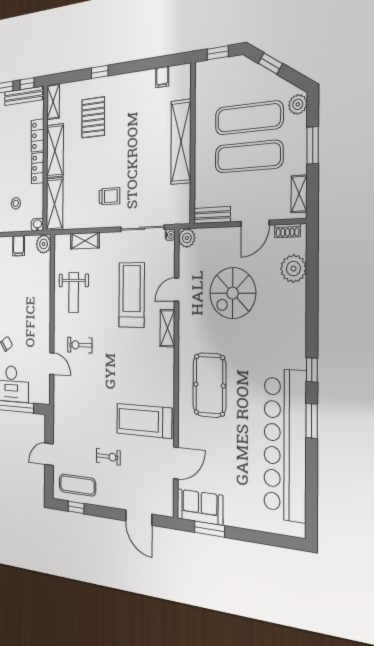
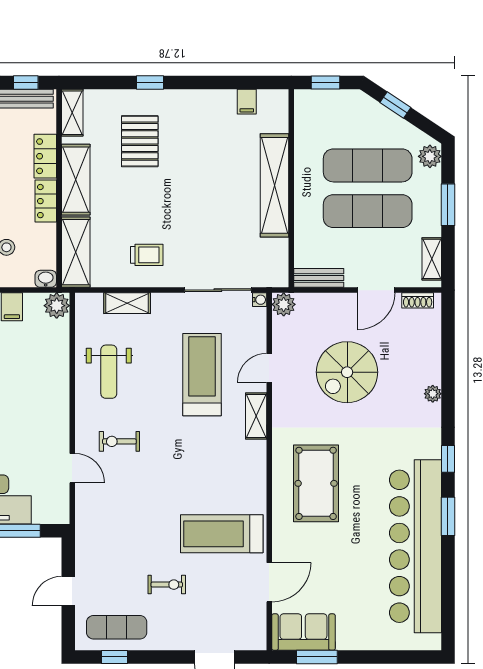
trolley: (109, 196) -> (147, 255), moved
plant: (293, 269) -> (433, 394), moved, width x0.53, depth x0.53

